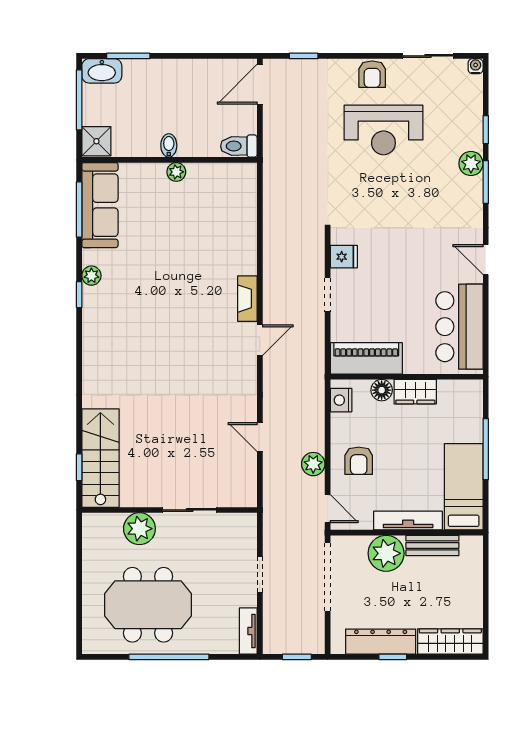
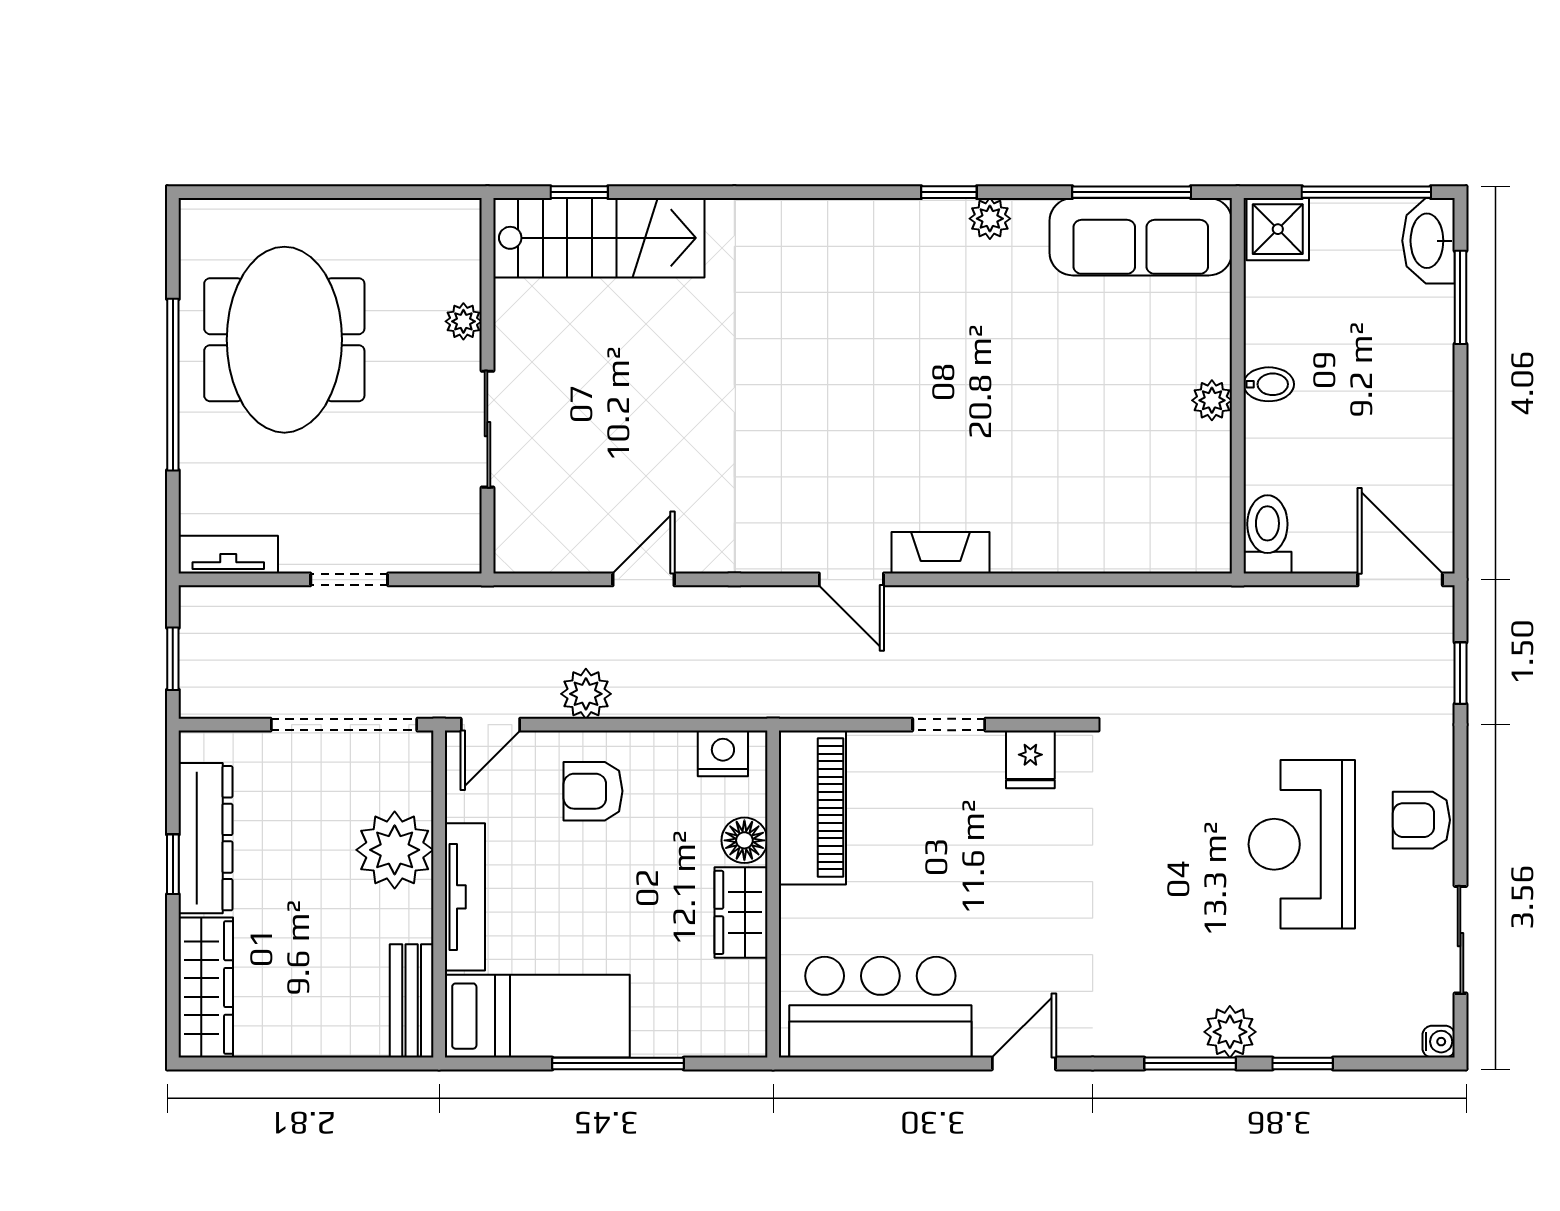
plant: (139, 529) -> (463, 321), width x0.53, depth x0.53
bench: (432, 545) -> (412, 1001), moved

